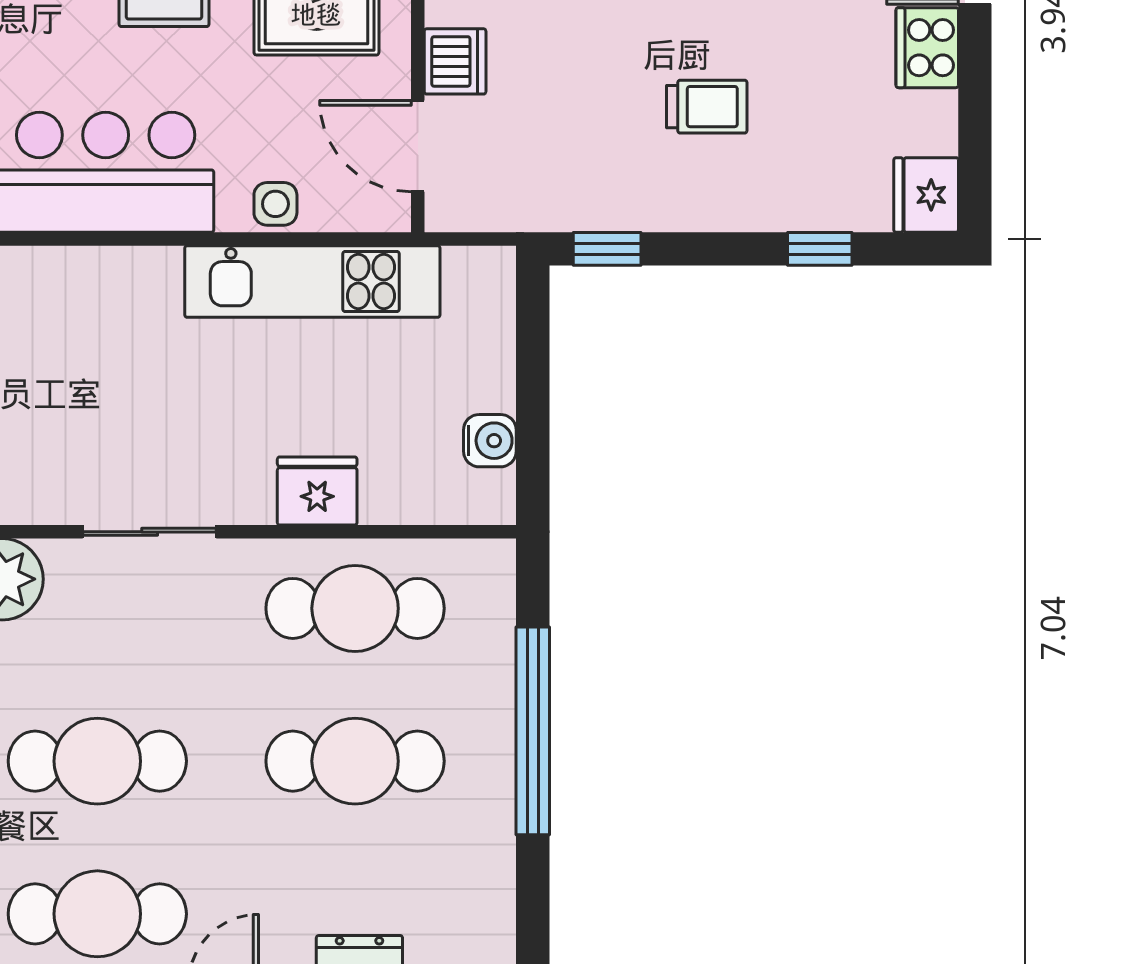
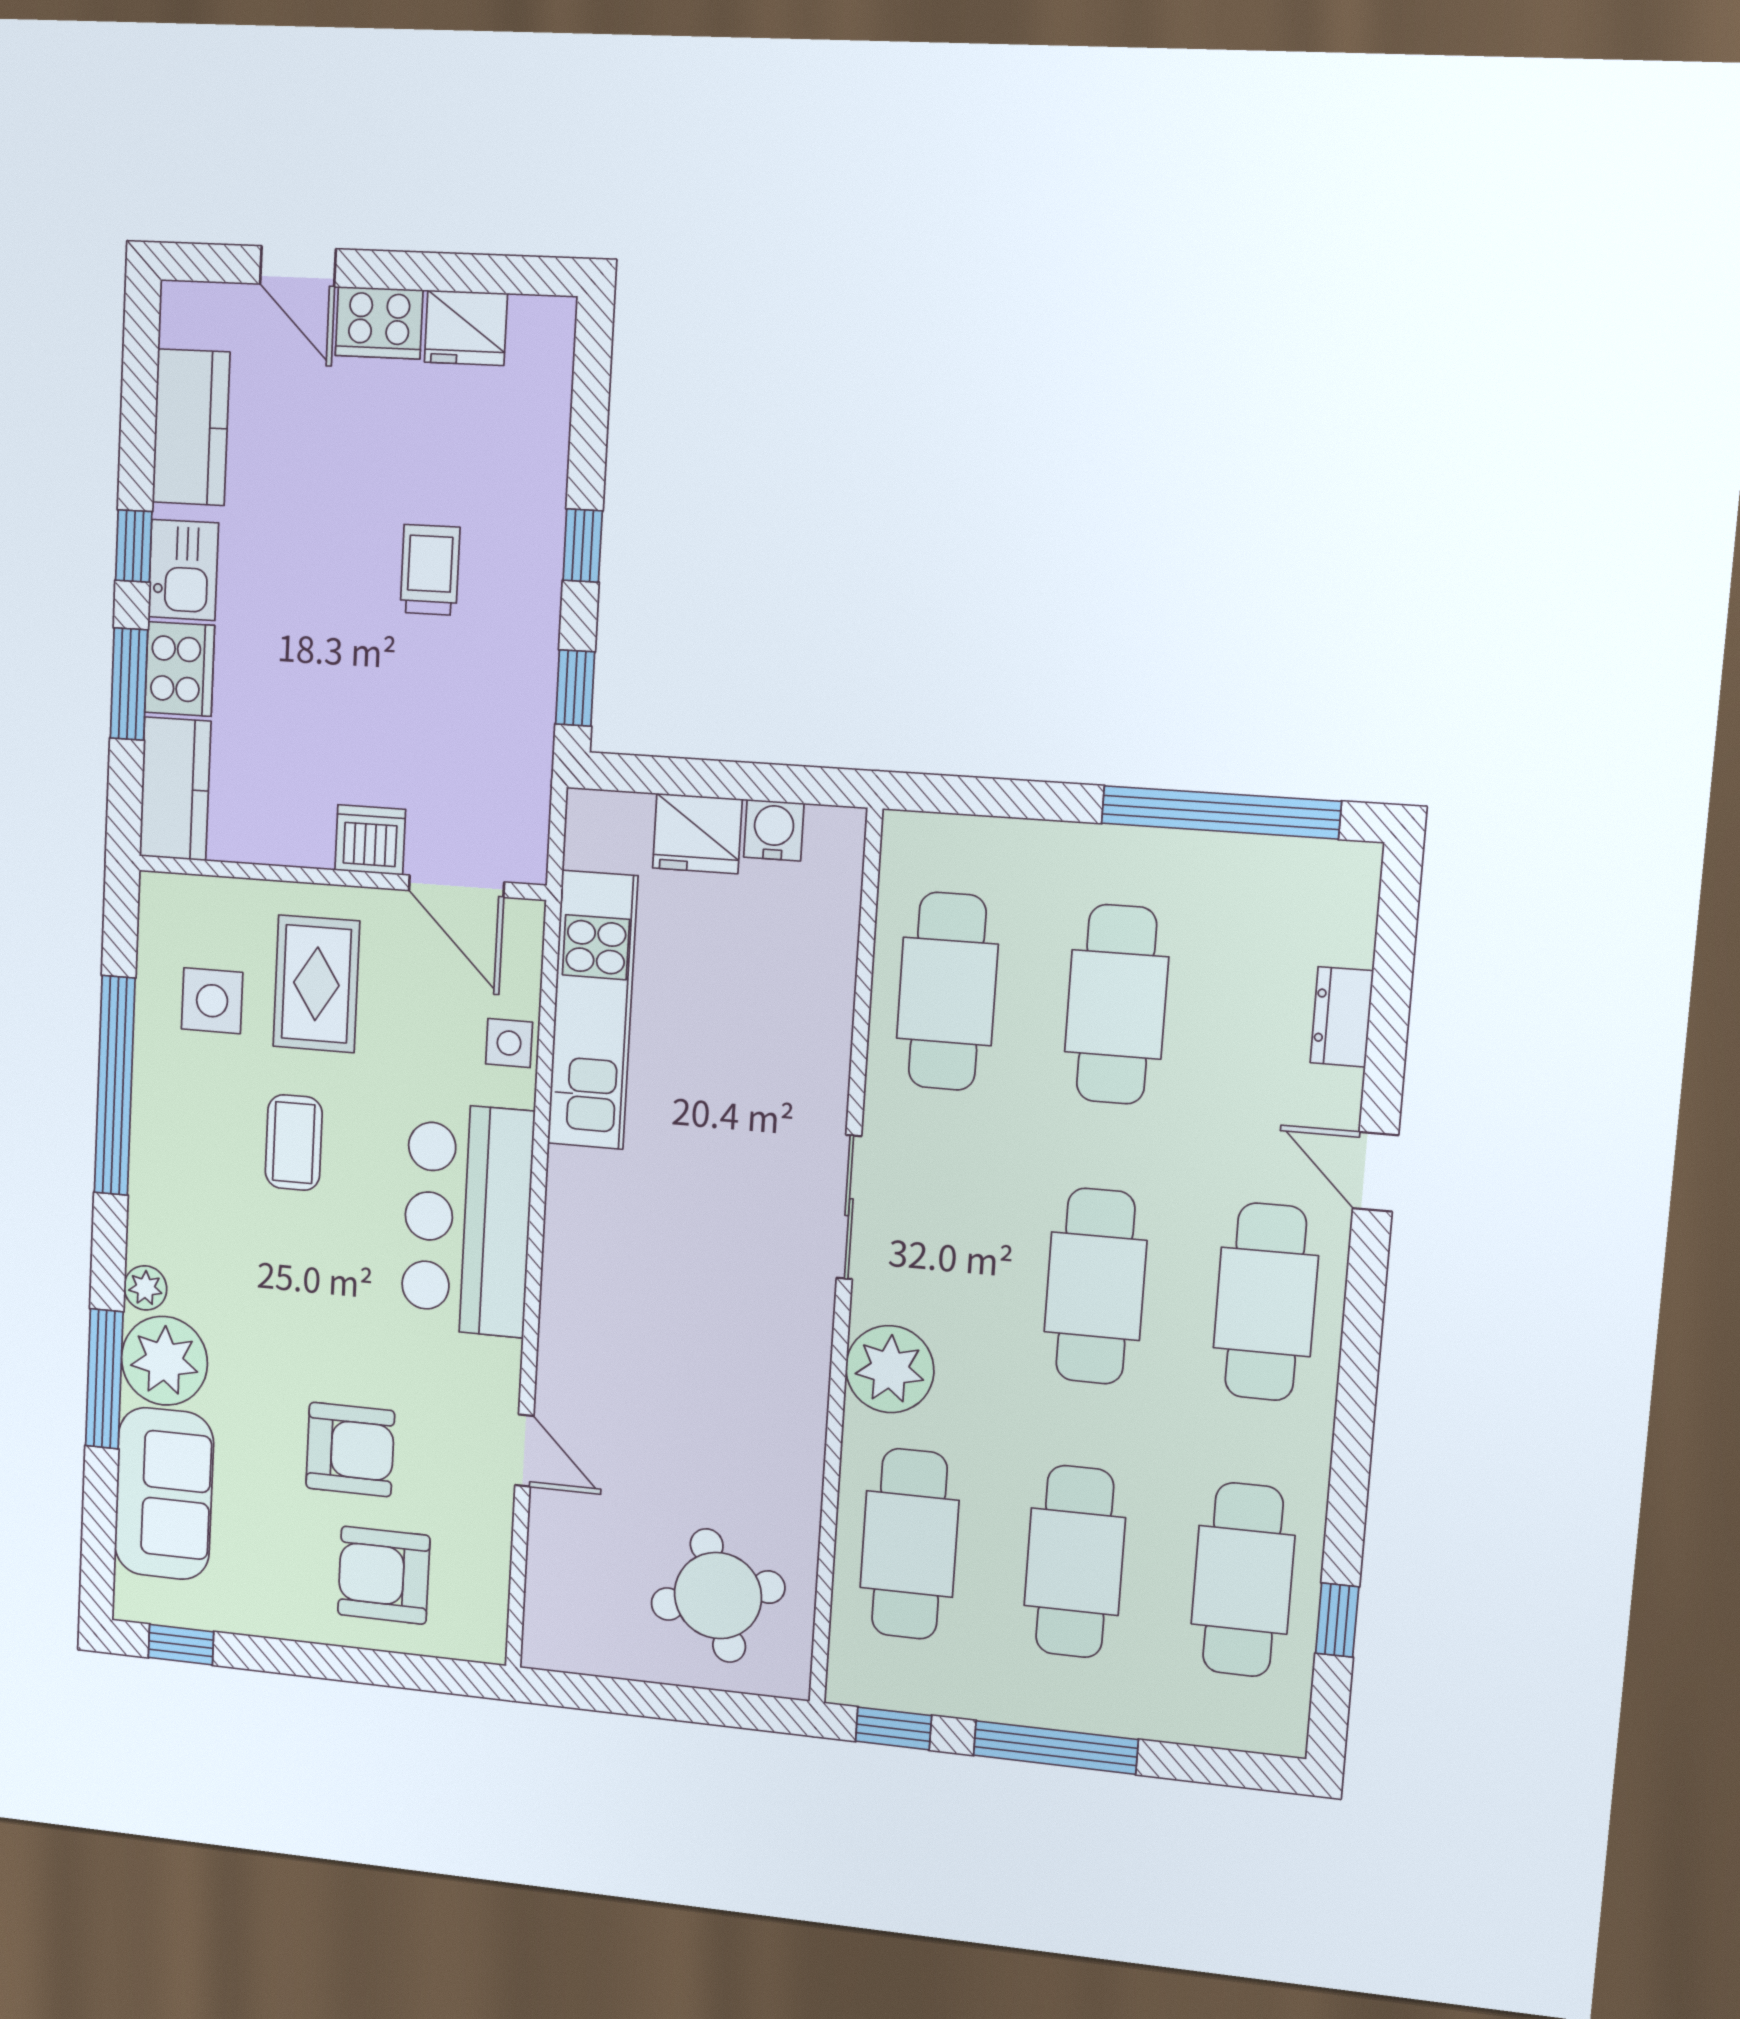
door: (418, 146) -> (456, 886), hinge flipped
fridge: (926, 195) -> (466, 328), moved
window: (820, 249) -> (583, 546), moved
fridge: (317, 491) -> (697, 834), moved, turned -90
window: (533, 731) -> (1221, 812), moved

